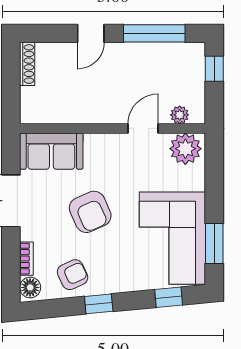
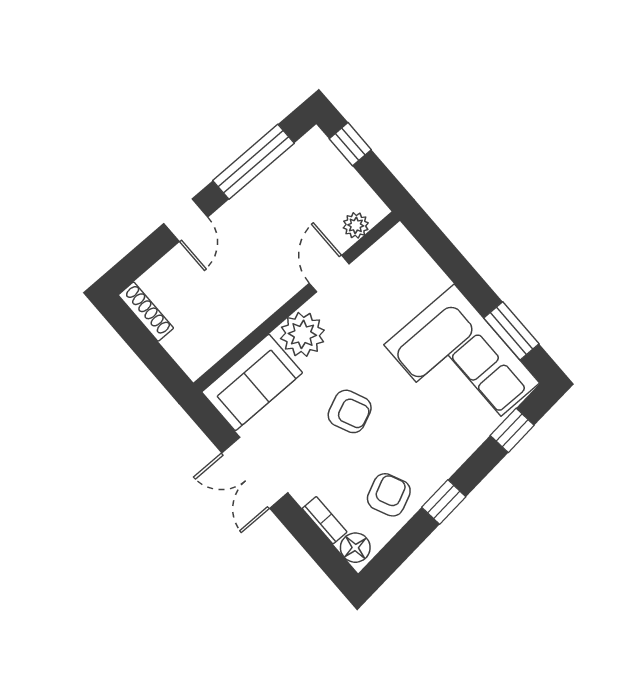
plant: (185, 149) -> (302, 334), moved
armchair: (90, 212) -> (350, 411), width x0.72, depth x0.72

